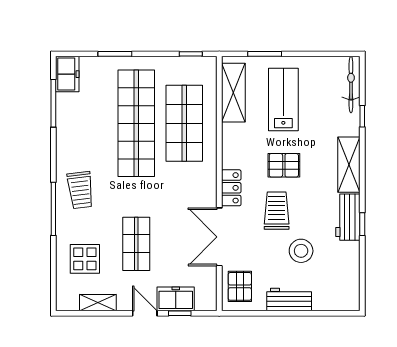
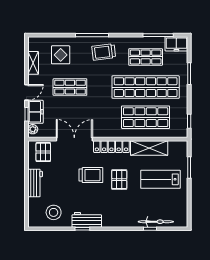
bicycle: (351, 85) -> (156, 222), moved
shelving: (233, 93) -> (149, 148), moved
lab bench: (283, 100) -> (160, 179), turned 180
shop shelf: (88, 123) -> (146, 57), added
shelving: (349, 165) -> (120, 220), removed
locker: (231, 188) -> (111, 147), width x1.53
stool: (301, 251) -> (54, 212), moved
pallet: (240, 286) -> (43, 152), turned 90
plant: (203, 303) -> (33, 129), added

